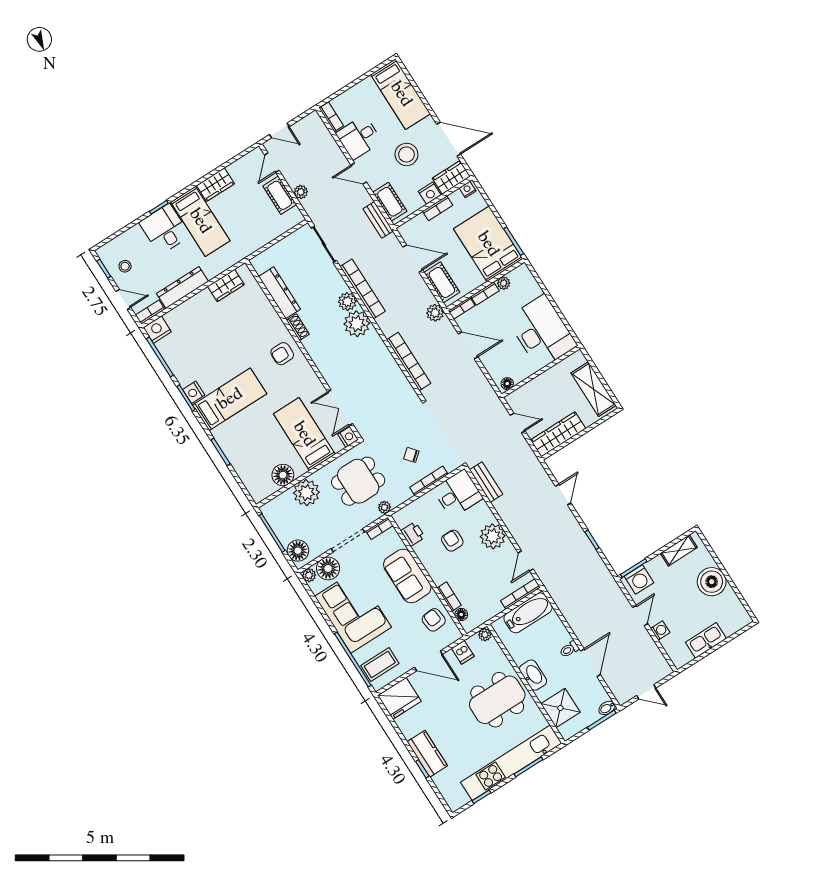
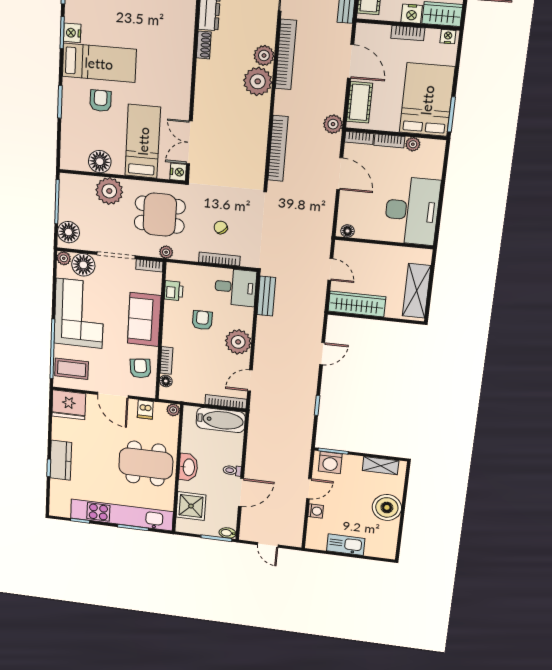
armchair: (282, 354) -> (101, 101), moved, turned 90

